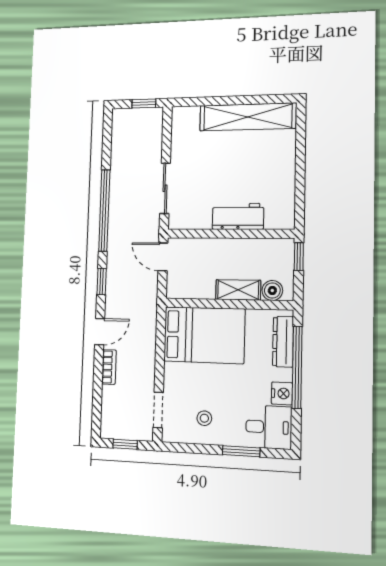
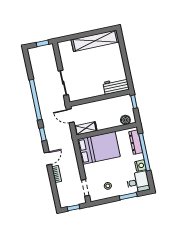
workbench: (238, 216) -> (116, 86), moved
shelving: (238, 290) -> (86, 128), moved

